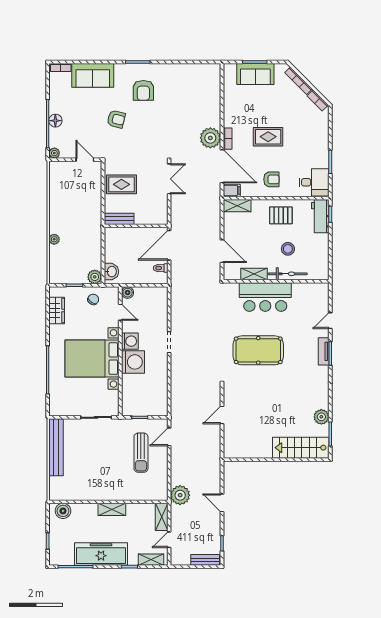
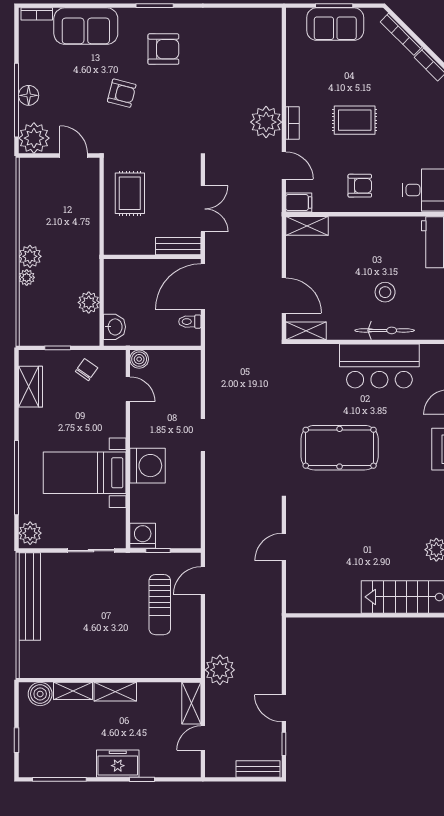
armchair: (143, 90) -> (163, 49), turned -90
plant: (54, 153) -> (34, 138), width x1.88, depth x1.88
door: (222, 166) -> (284, 165), width x0.53
double door: (169, 179) -> (203, 209), moved
rug: (121, 184) -> (130, 193), turned 90
pallet: (281, 215) -> (374, 241), removed
bench: (119, 219) -> (178, 246), moved
plant: (56, 226) -> (30, 256), added
shelving: (254, 274) -> (306, 331), moved
plant: (95, 277) -> (89, 302), moved
bar counter: (265, 297) -> (379, 366), moved
washing machine: (130, 341) -> (143, 536), moved, turned -90
bed with nightstands: (92, 358) -> (85, 473), width x0.73
plant: (56, 406) -> (30, 533), added
door: (222, 503) -> (284, 708), moved
freezer: (101, 554) -> (118, 764), width x0.52, depth x0.79
shelving: (151, 560) -> (73, 691), moved

